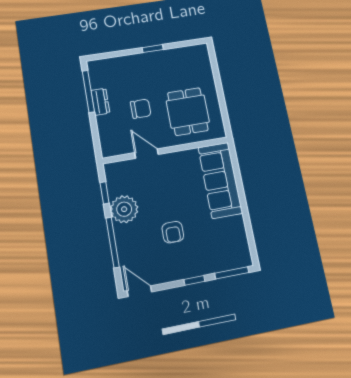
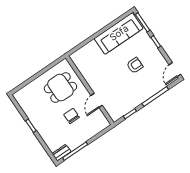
dresser: (100, 102) -> (61, 153), moved
sofa: (220, 180) -> (119, 33), moved
plant: (124, 209) -> (134, 99), removed

